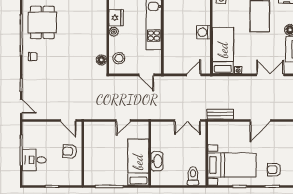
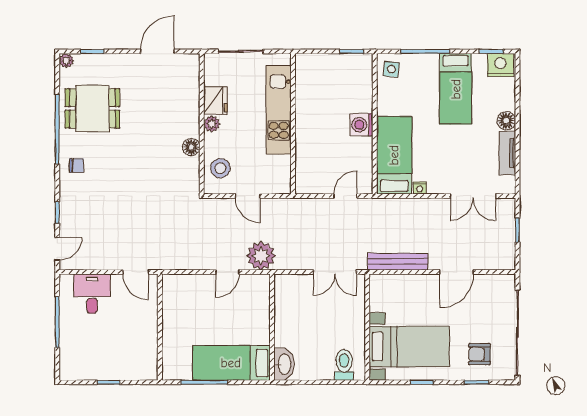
dining table: (42, 22) -> (92, 108), turned 90
floor lamp: (101, 60) -> (191, 147), moved
door: (146, 75) -> (248, 196), moved
double door: (270, 75) -> (473, 196), swing flipped
door: (21, 106) -> (57, 249), hinge flipped
plant: (143, 111) -> (261, 256), added
bench: (220, 114) -> (398, 262), width x1.36
armchair: (70, 151) -> (138, 324), removed
desk: (34, 160) -> (92, 294), moved, turned 90
washbasin: (157, 161) -> (284, 364), moved
bed: (138, 162) -> (231, 363), moved, turned -90

